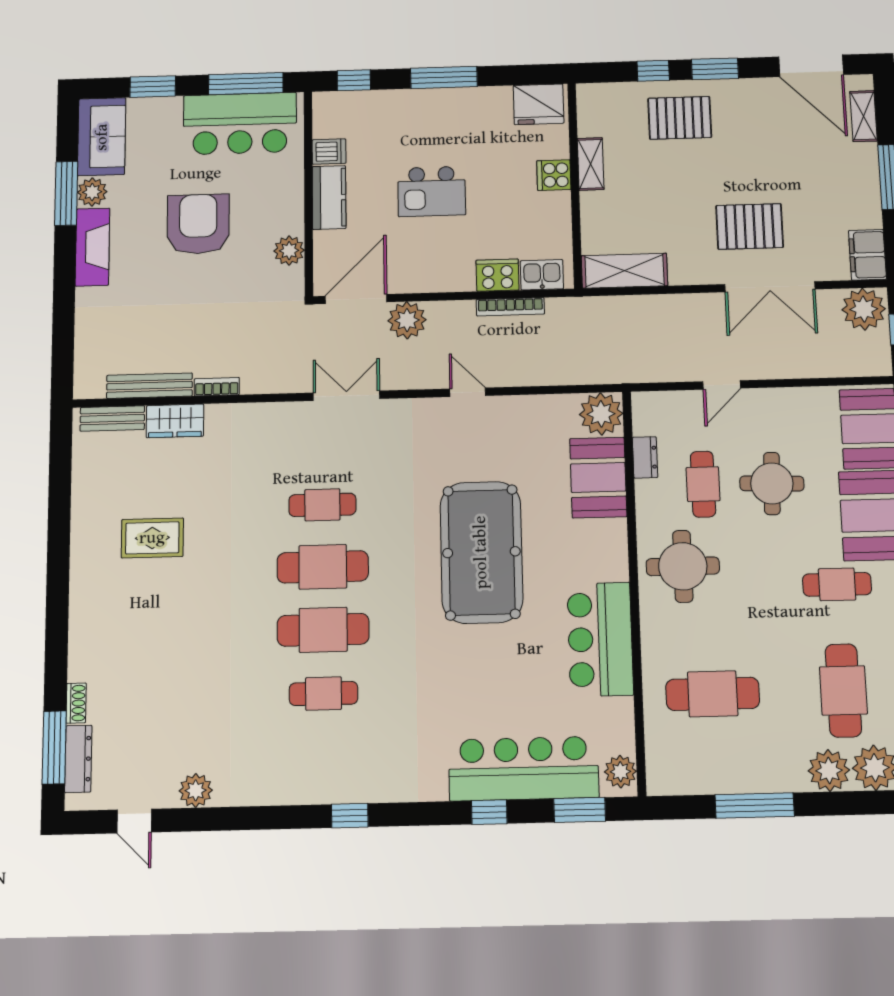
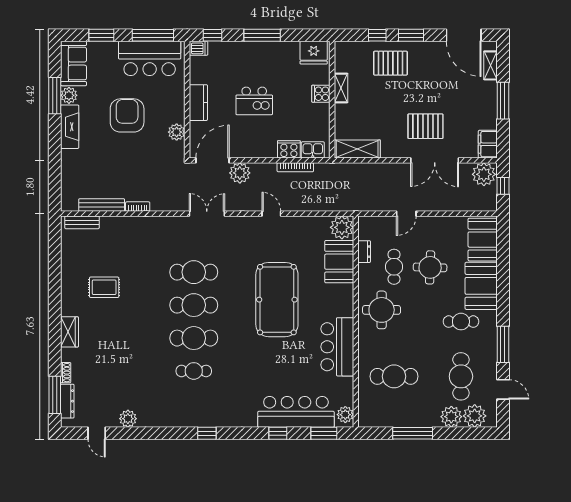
dishwasher: (329, 152) -> (198, 48), moved
wardrobe: (175, 421) -> (69, 332), moved, turned -90
cafe table: (322, 505) -> (194, 272), width x1.37, depth x1.35

